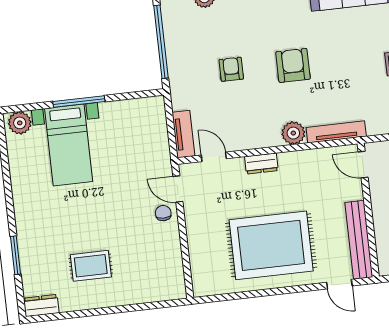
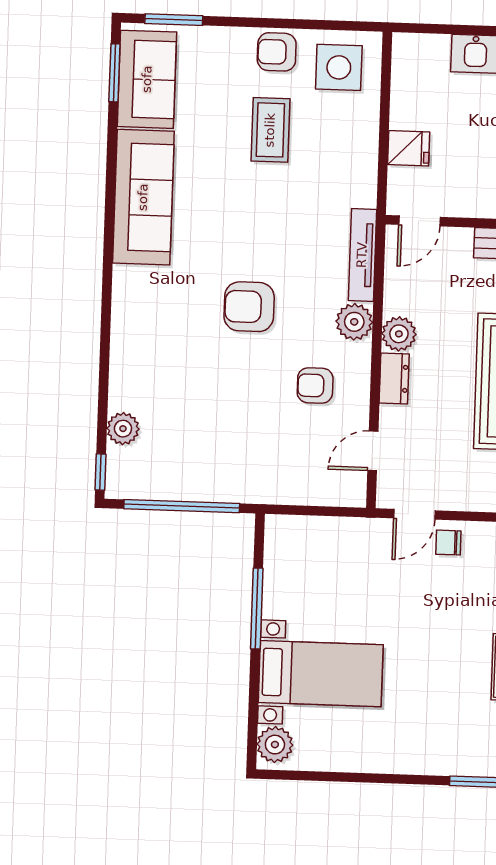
armchair: (231, 69) -> (315, 385), moved
window: (79, 102) -> (257, 609), moved
tv unit: (183, 134) -> (330, 493), removed
plant: (290, 162) -> (399, 334), added

